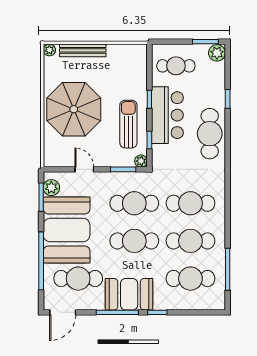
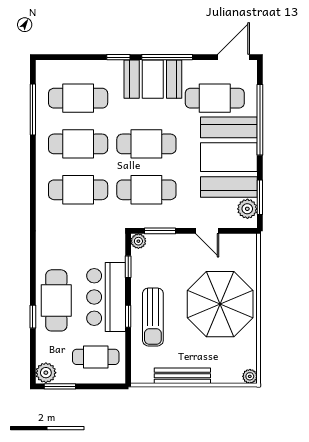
bench: (83, 50) -> (182, 376), moved
sun lounger: (128, 124) -> (153, 317), moved
cafe table: (210, 134) -> (56, 300), moved

